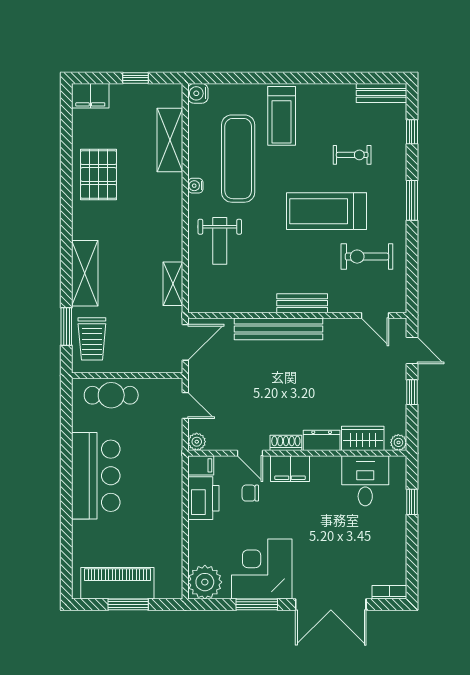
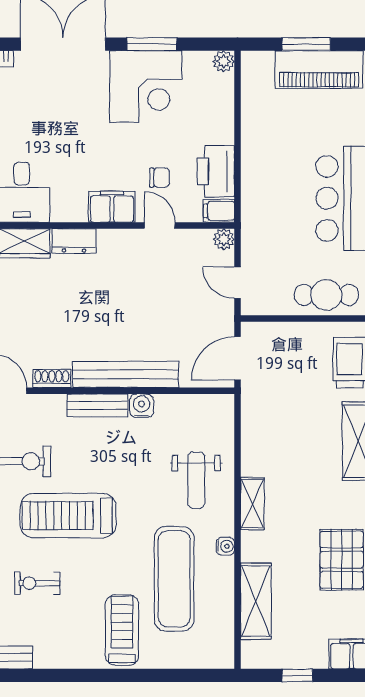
water cooler: (198, 93) -> (142, 406), moved, turned -90
treadmill: (327, 211) -> (68, 516), turned 180
weight bench: (220, 241) -> (196, 480), turned 180
shelving: (173, 284) -> (252, 504), moved
shoe rack: (286, 443) -> (52, 378), moved, turned 180
plant: (205, 582) -> (224, 61), width x0.53, depth x0.53

